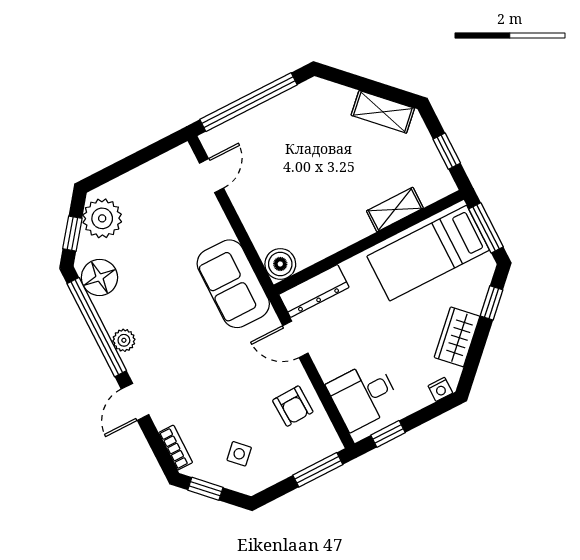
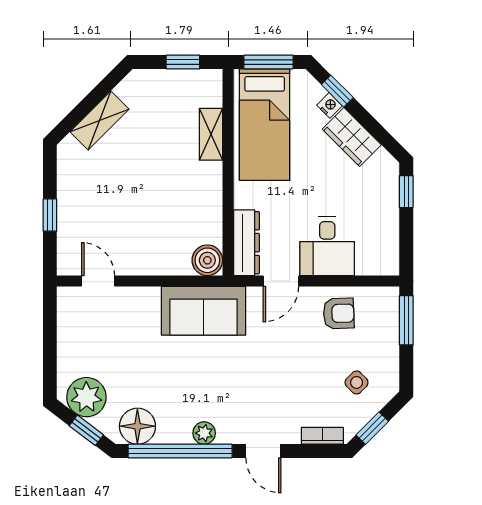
window: (249, 102) -> (50, 215), width x0.32
shelving: (383, 112) -> (99, 121), moved
nightstand: (440, 389) -> (329, 105), moved, turned -45
desk: (363, 395) -> (327, 246), moved
window: (388, 434) -> (406, 192), moved

